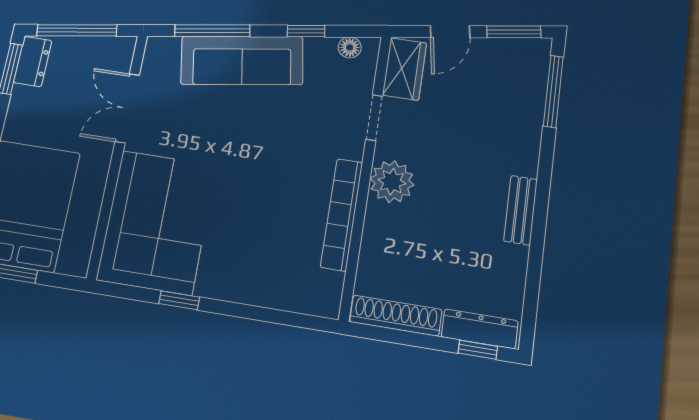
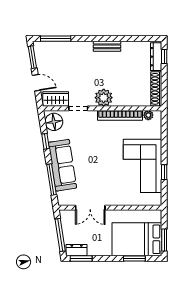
floor lamp: (350, 47) -> (54, 122), width x1.89, depth x1.89
corner sofa: (157, 222) -> (143, 166), moved, turned -90
plant: (331, 284) -> (148, 115), added

